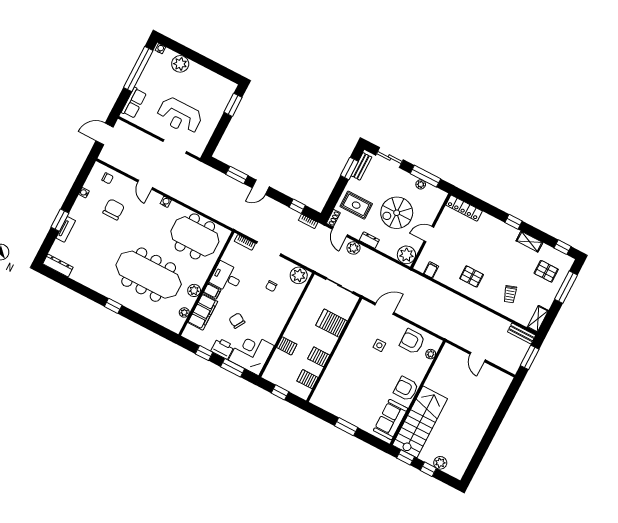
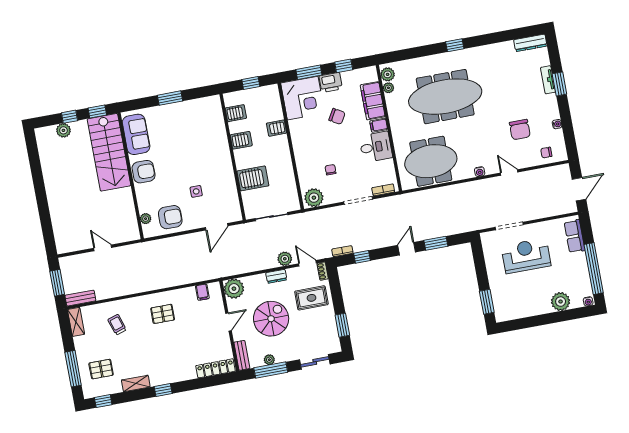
bench: (361, 166) -> (242, 355), moved
plant: (194, 290) -> (388, 74), moved

